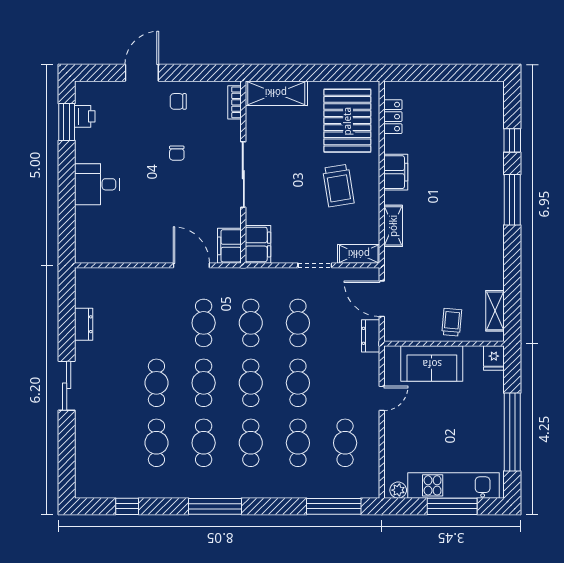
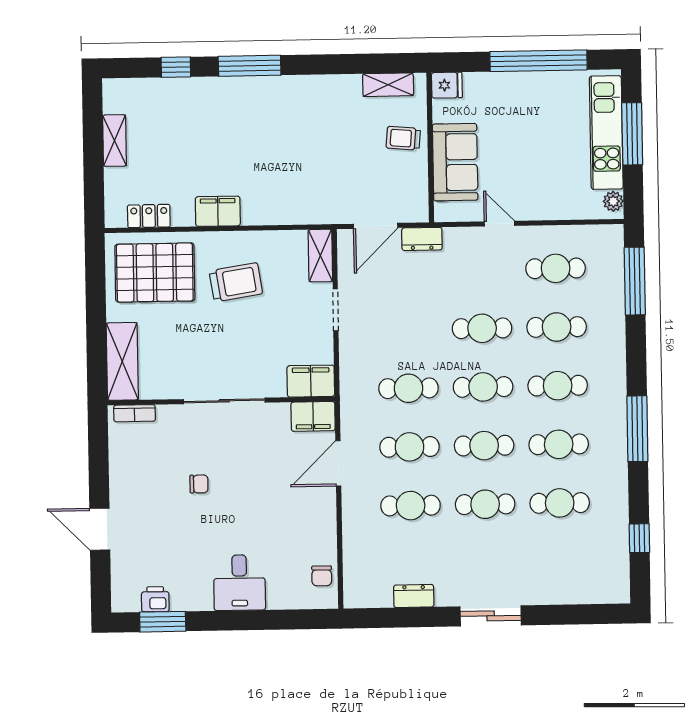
chair: (178, 101) -> (322, 576), moved
shelving: (393, 226) -> (115, 141), moved, turned 90
cafe table: (298, 323) -> (411, 506), moved

